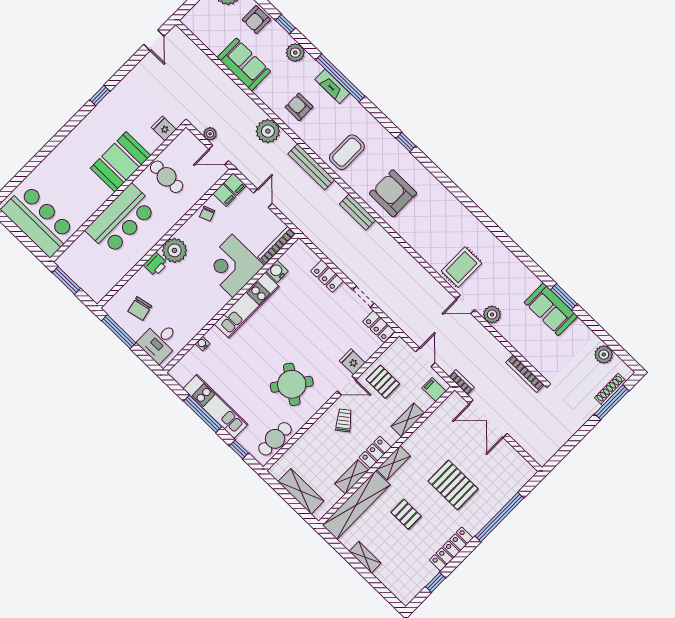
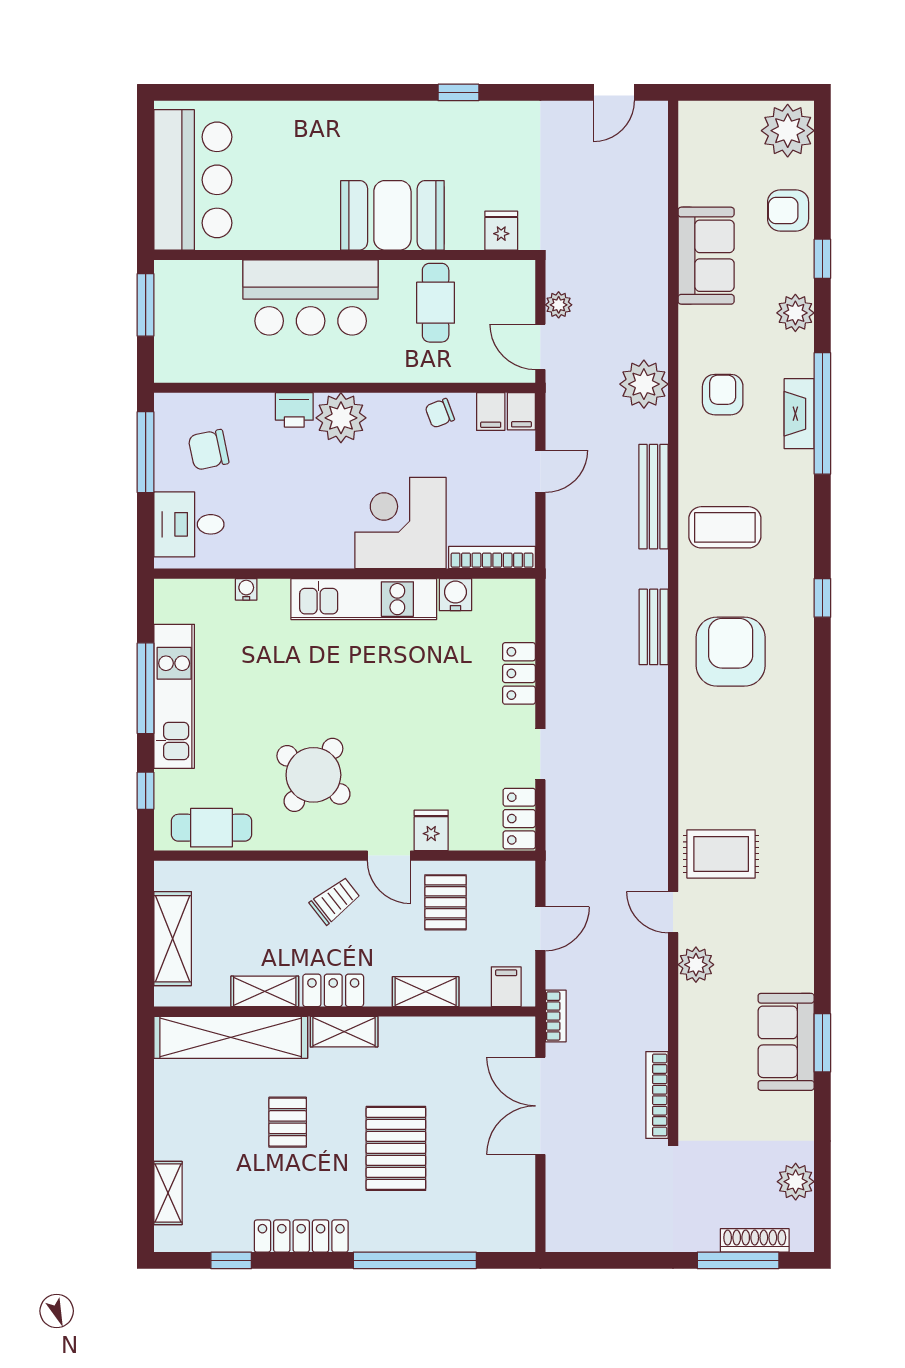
shelving: (365, 557) -> (168, 1193), moved

